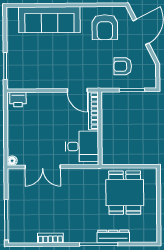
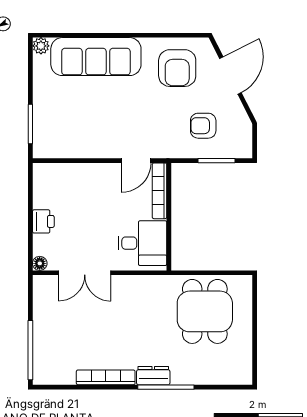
plant: (12, 13) -> (41, 46), added
door: (77, 90) -> (136, 161), hinge flipped
printer: (18, 100) -> (43, 221), moved, turned -90
dresser: (113, 236) -> (153, 376), moved, width x0.70
bookcase: (50, 238) -> (106, 377), width x1.56

